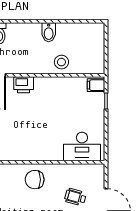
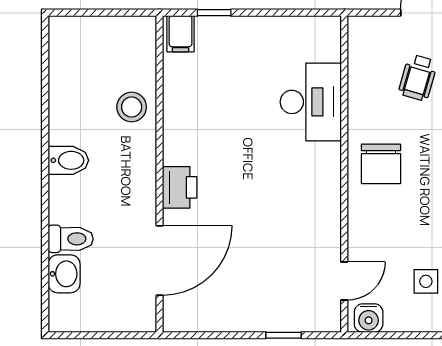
bidet: (49, 32) -> (68, 160), moved
desk: (82, 146) -> (311, 102), moved

